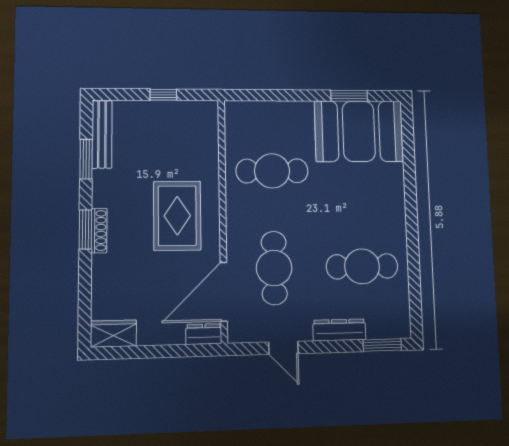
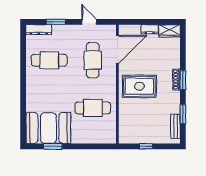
bench: (102, 134) -> (175, 126), width x0.73
rug: (177, 216) -> (139, 86), turned 90
dresser: (339, 330) -> (39, 30), moved
dresser: (204, 334) -> (150, 29), moved
window: (382, 345) -> (56, 22), moved

